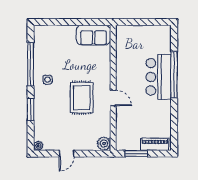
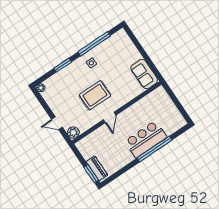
door: (67, 154) -> (57, 123), moved
window: (136, 154) -> (91, 174), moved

